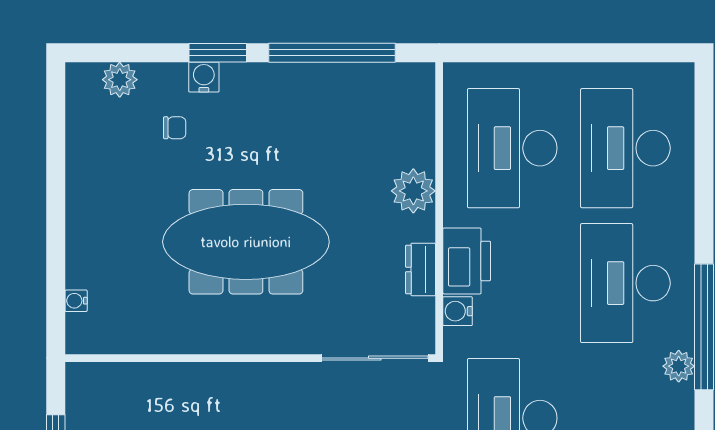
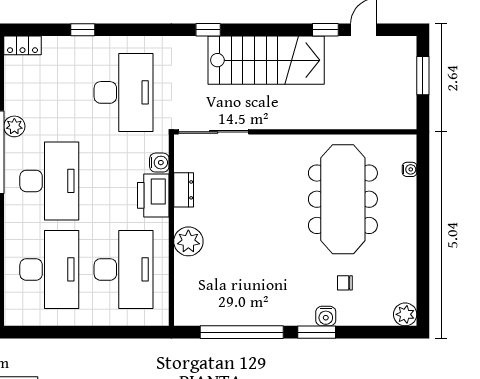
plant: (120, 80) -> (405, 314), moved
meeting table: (246, 242) -> (343, 199), moved, turned 90

